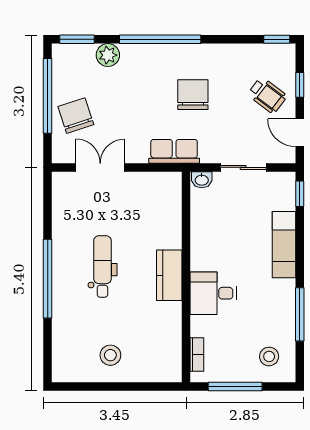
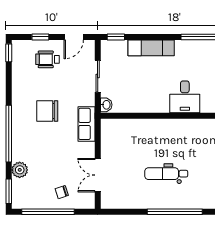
wheelchair: (267, 95) -> (48, 59), turned -127
chair: (76, 116) -> (62, 192), width x0.54, depth x0.54
kitchen counter: (169, 275) -> (172, 127), removed

